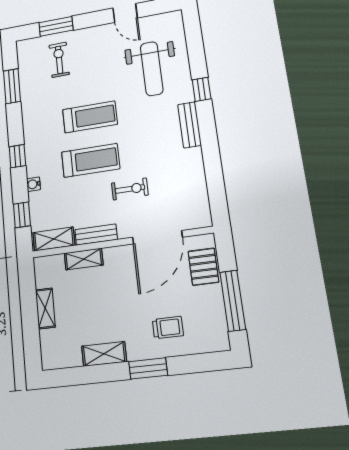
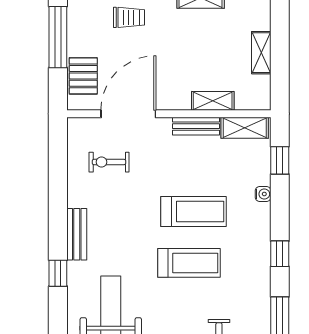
treadmill: (90, 117) -> (189, 263), turned 180
window: (17, 156) -> (280, 254), moved
treadmill: (91, 160) -> (194, 211), turned 180
exercise bike: (130, 189) -> (109, 162), moved
trolley: (168, 328) -> (129, 17), turned 180

